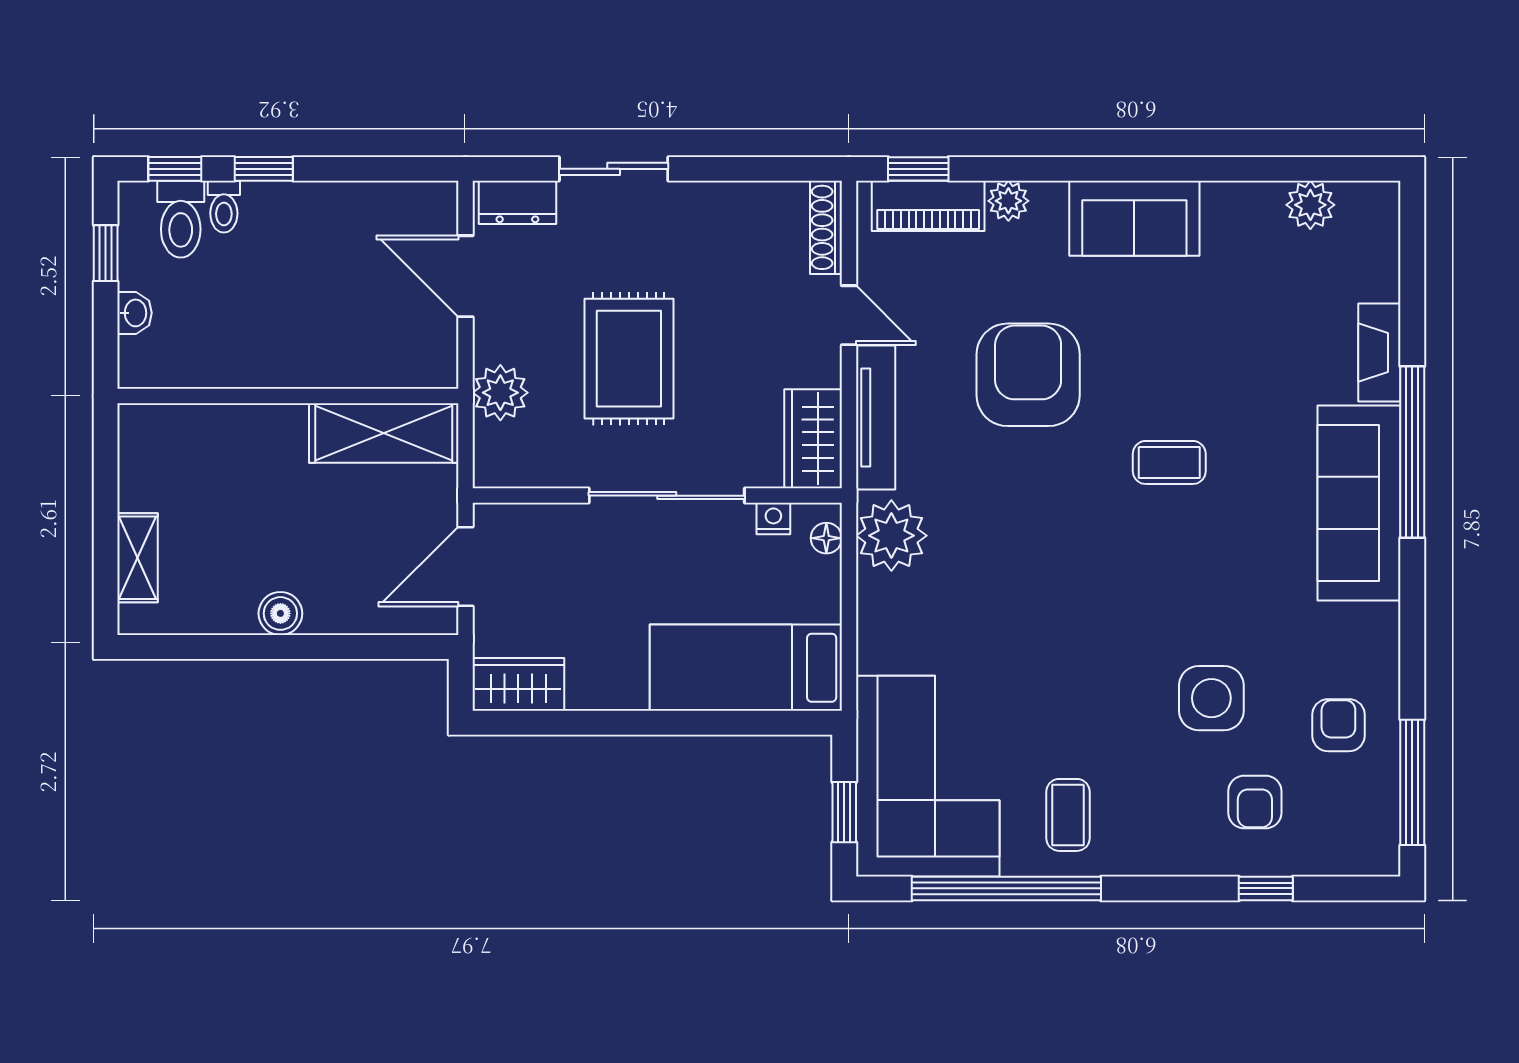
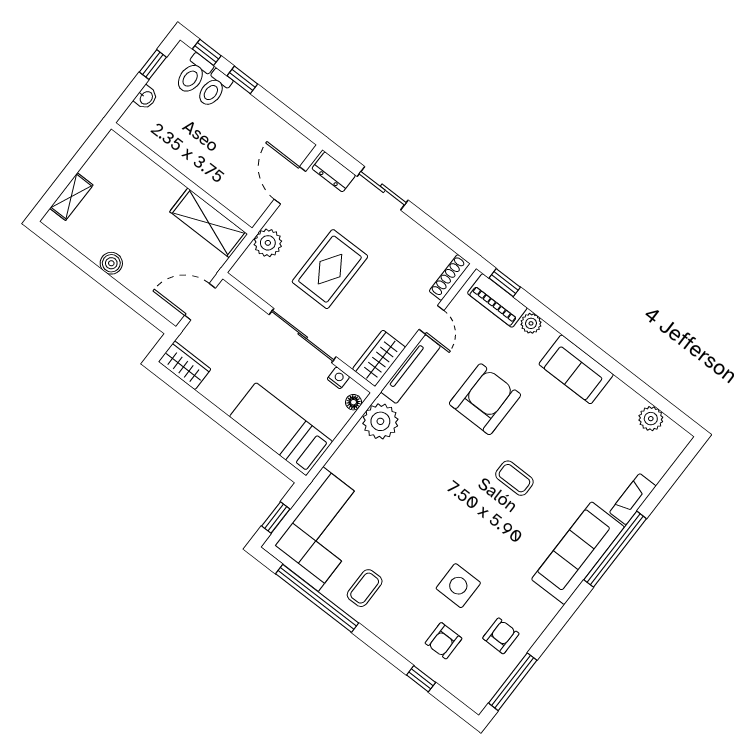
toilet: (224, 207) -> (214, 89), width x1.37, depth x1.39

